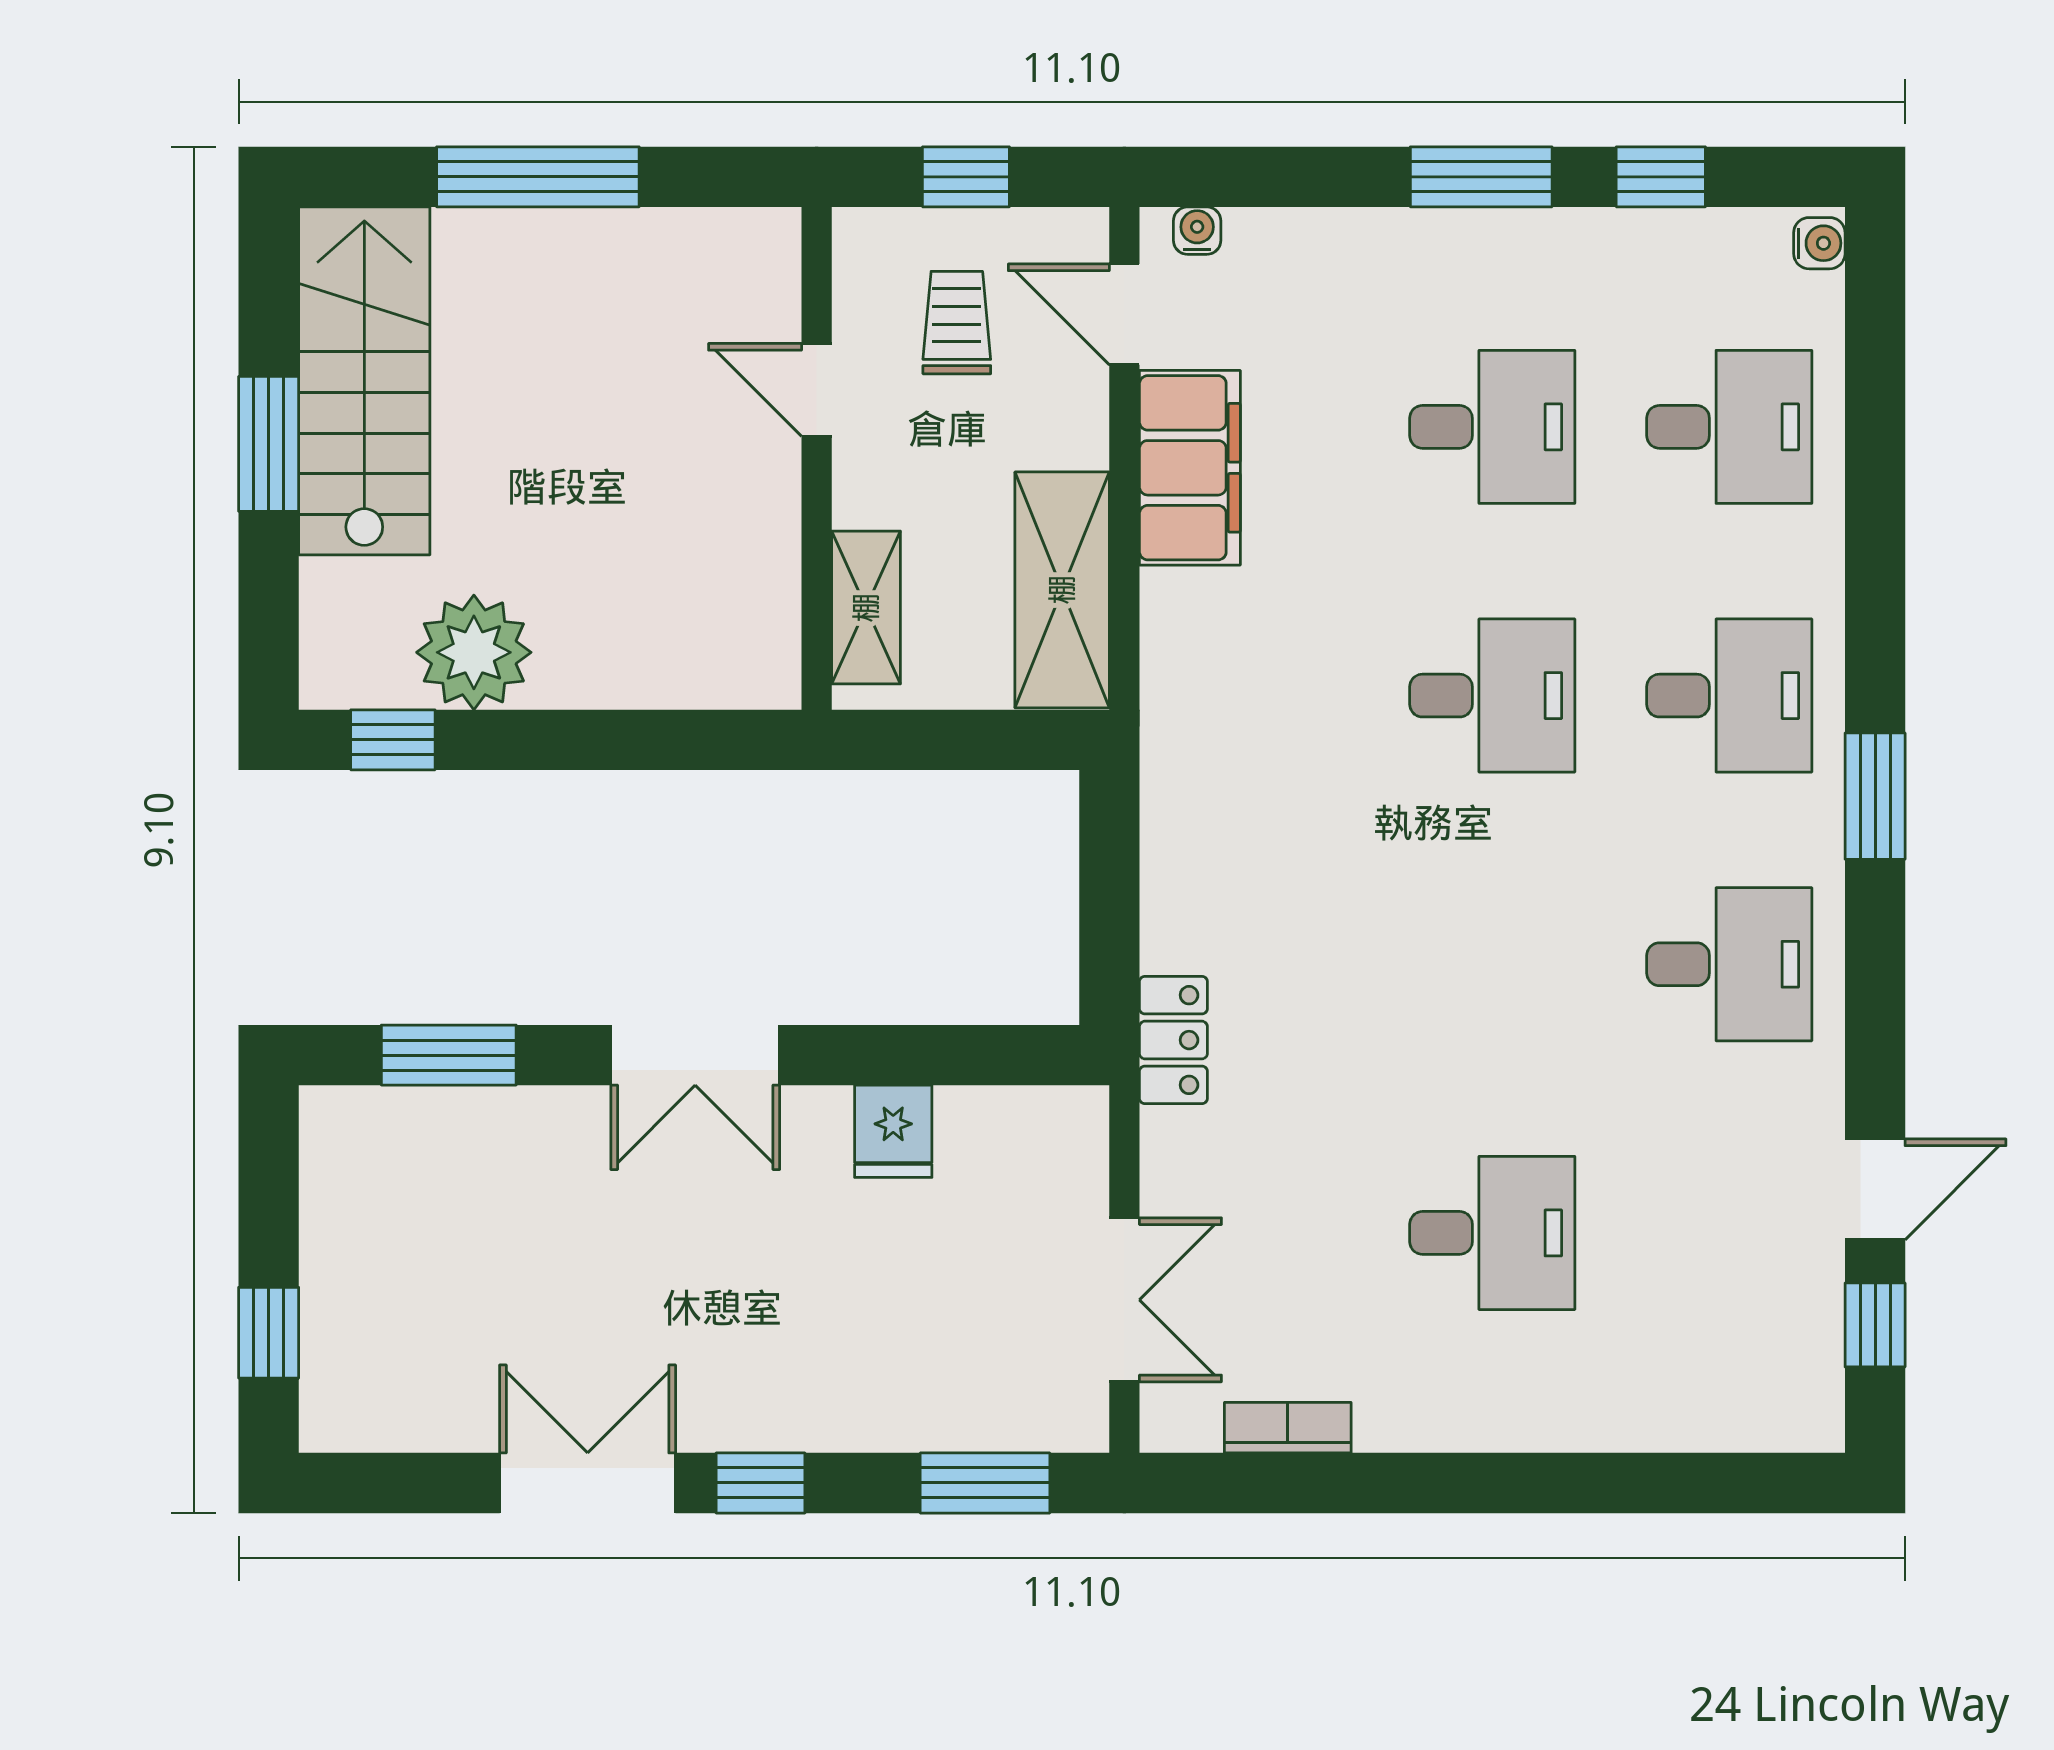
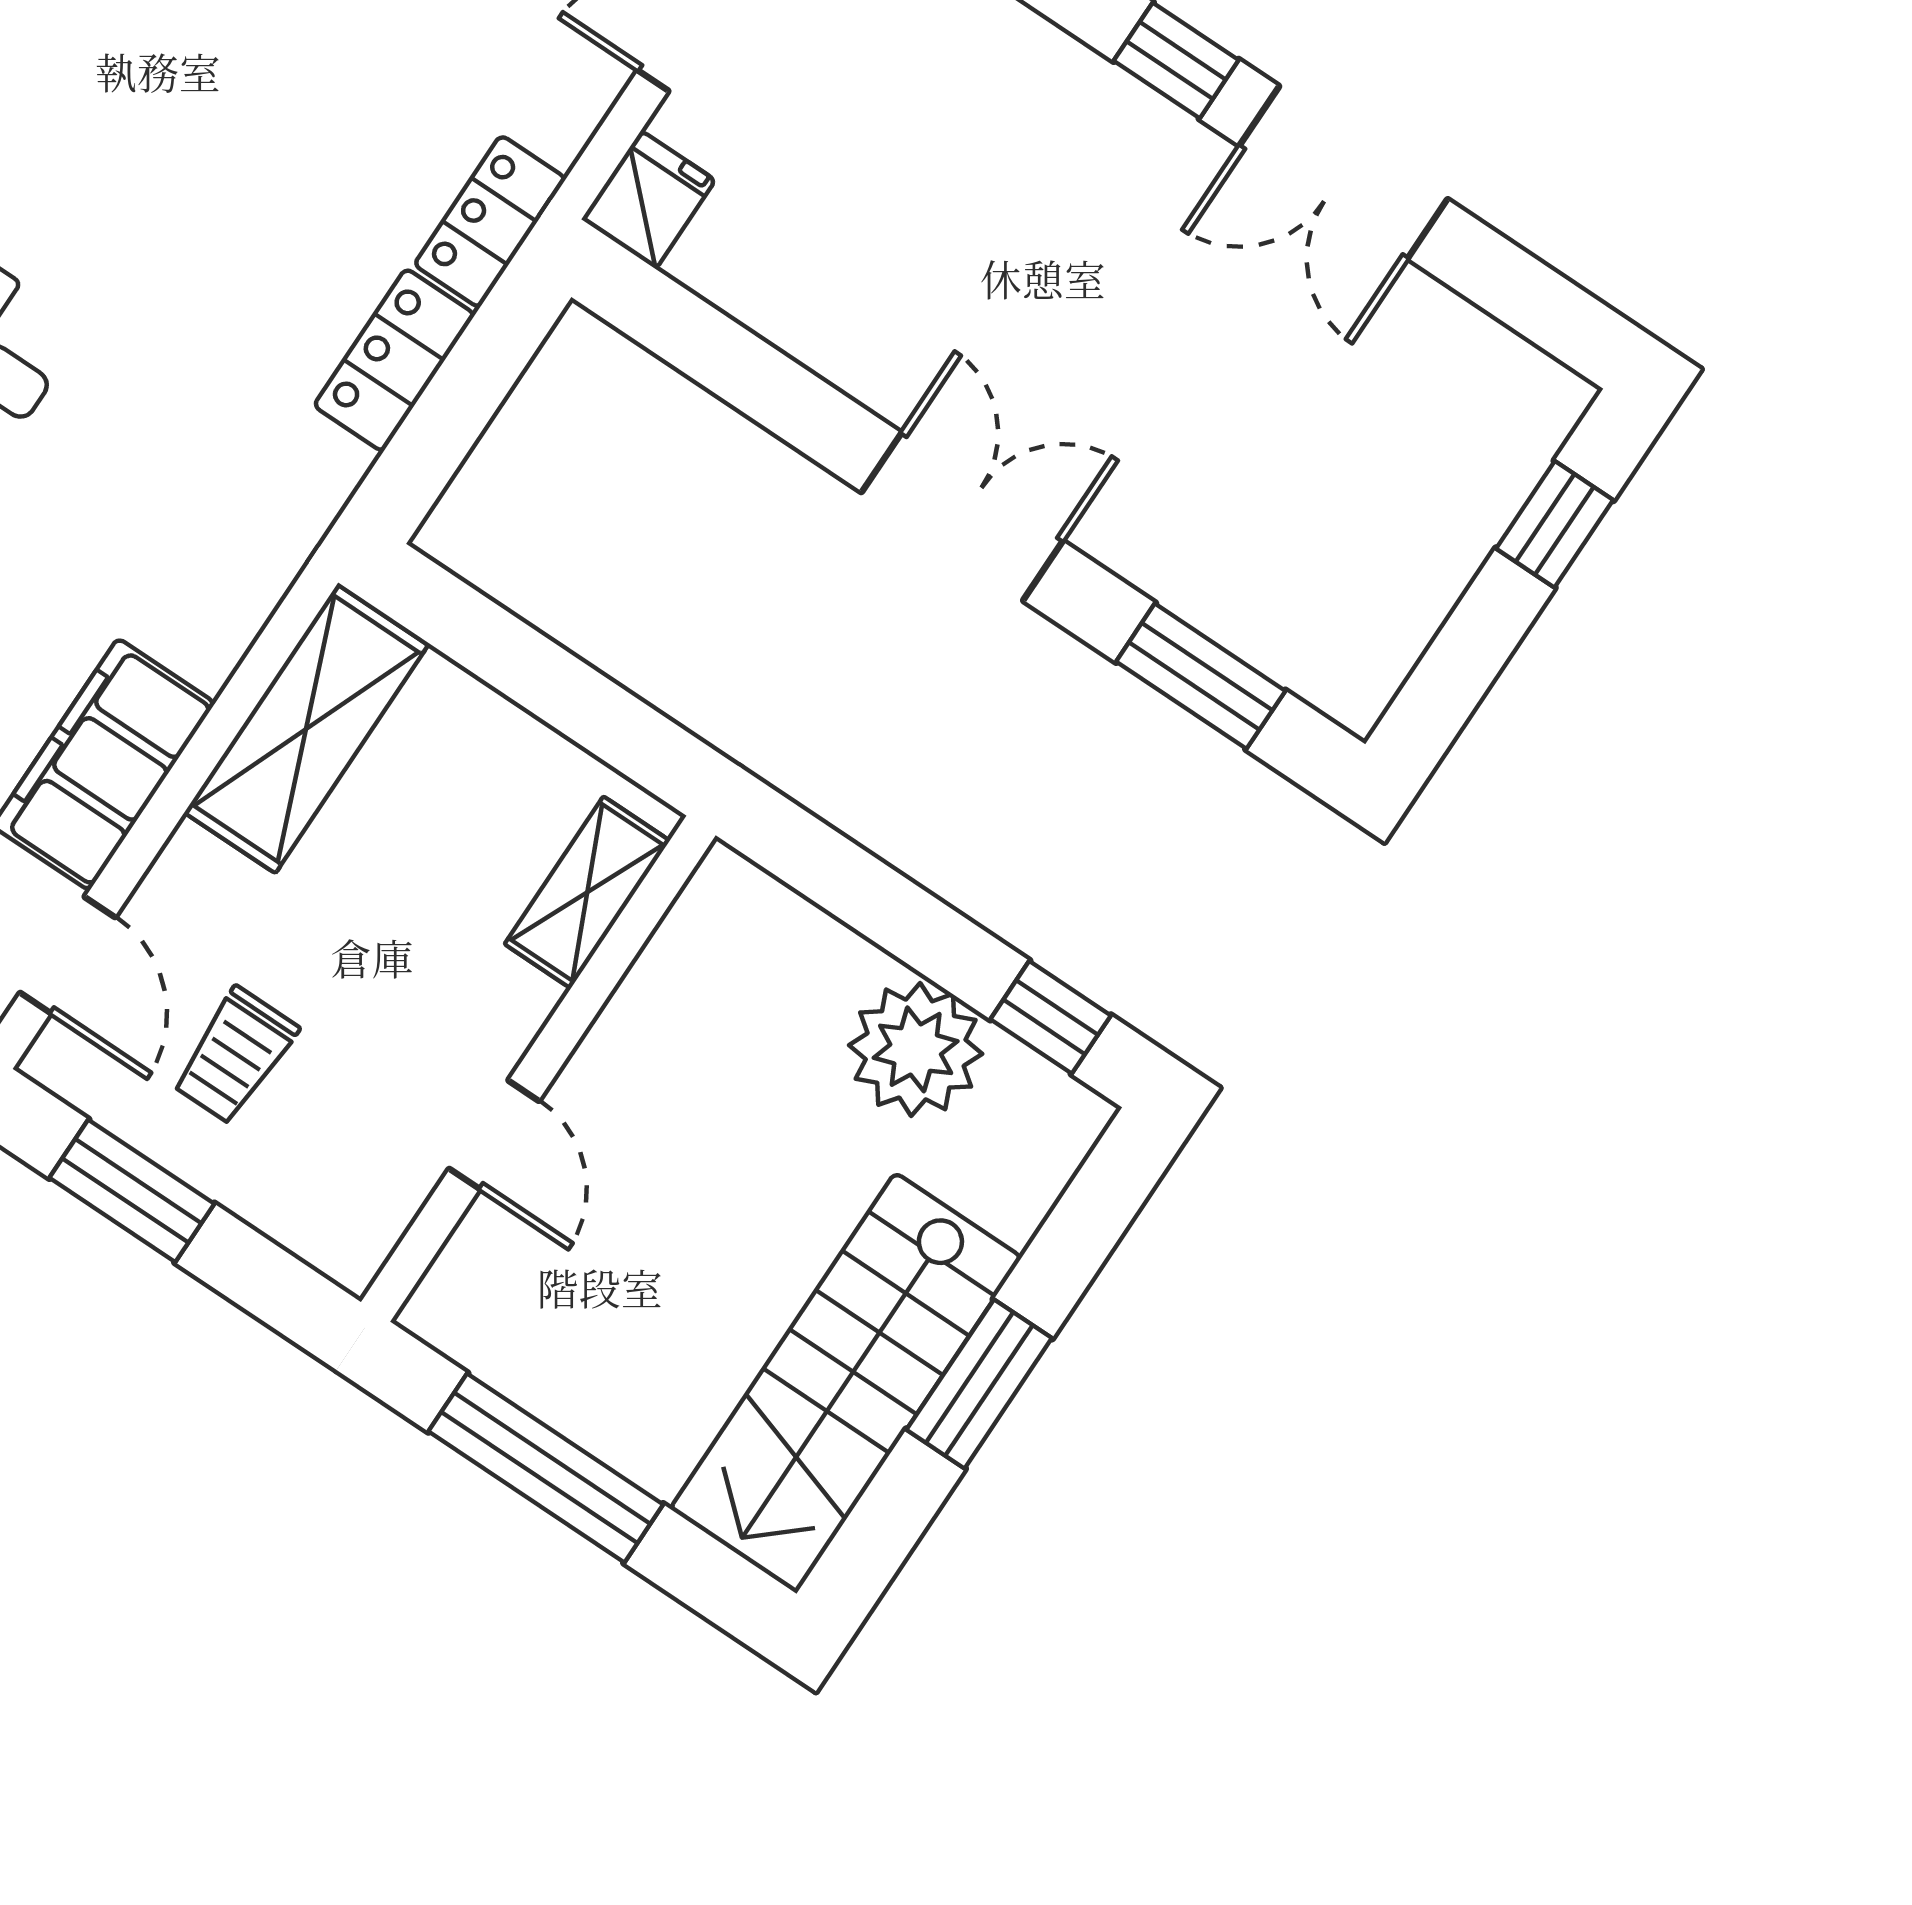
window: (966, 177) -> (132, 1191), width x1.50
door: (817, 390) -> (494, 1135), moved
wall: (817, 458) -> (538, 1069), moved
shelving: (866, 608) -> (587, 892), moved
locker: (1175, 895) -> (394, 360), added
fridge: (893, 1131) -> (648, 200), moved

